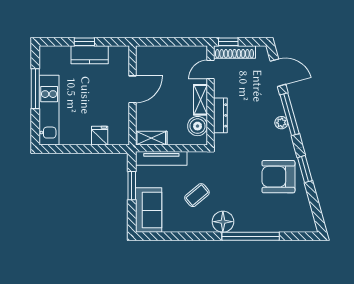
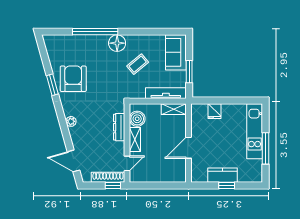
window: (290, 114) -> (64, 128), removed
armchair: (278, 177) -> (73, 79), turned -90

